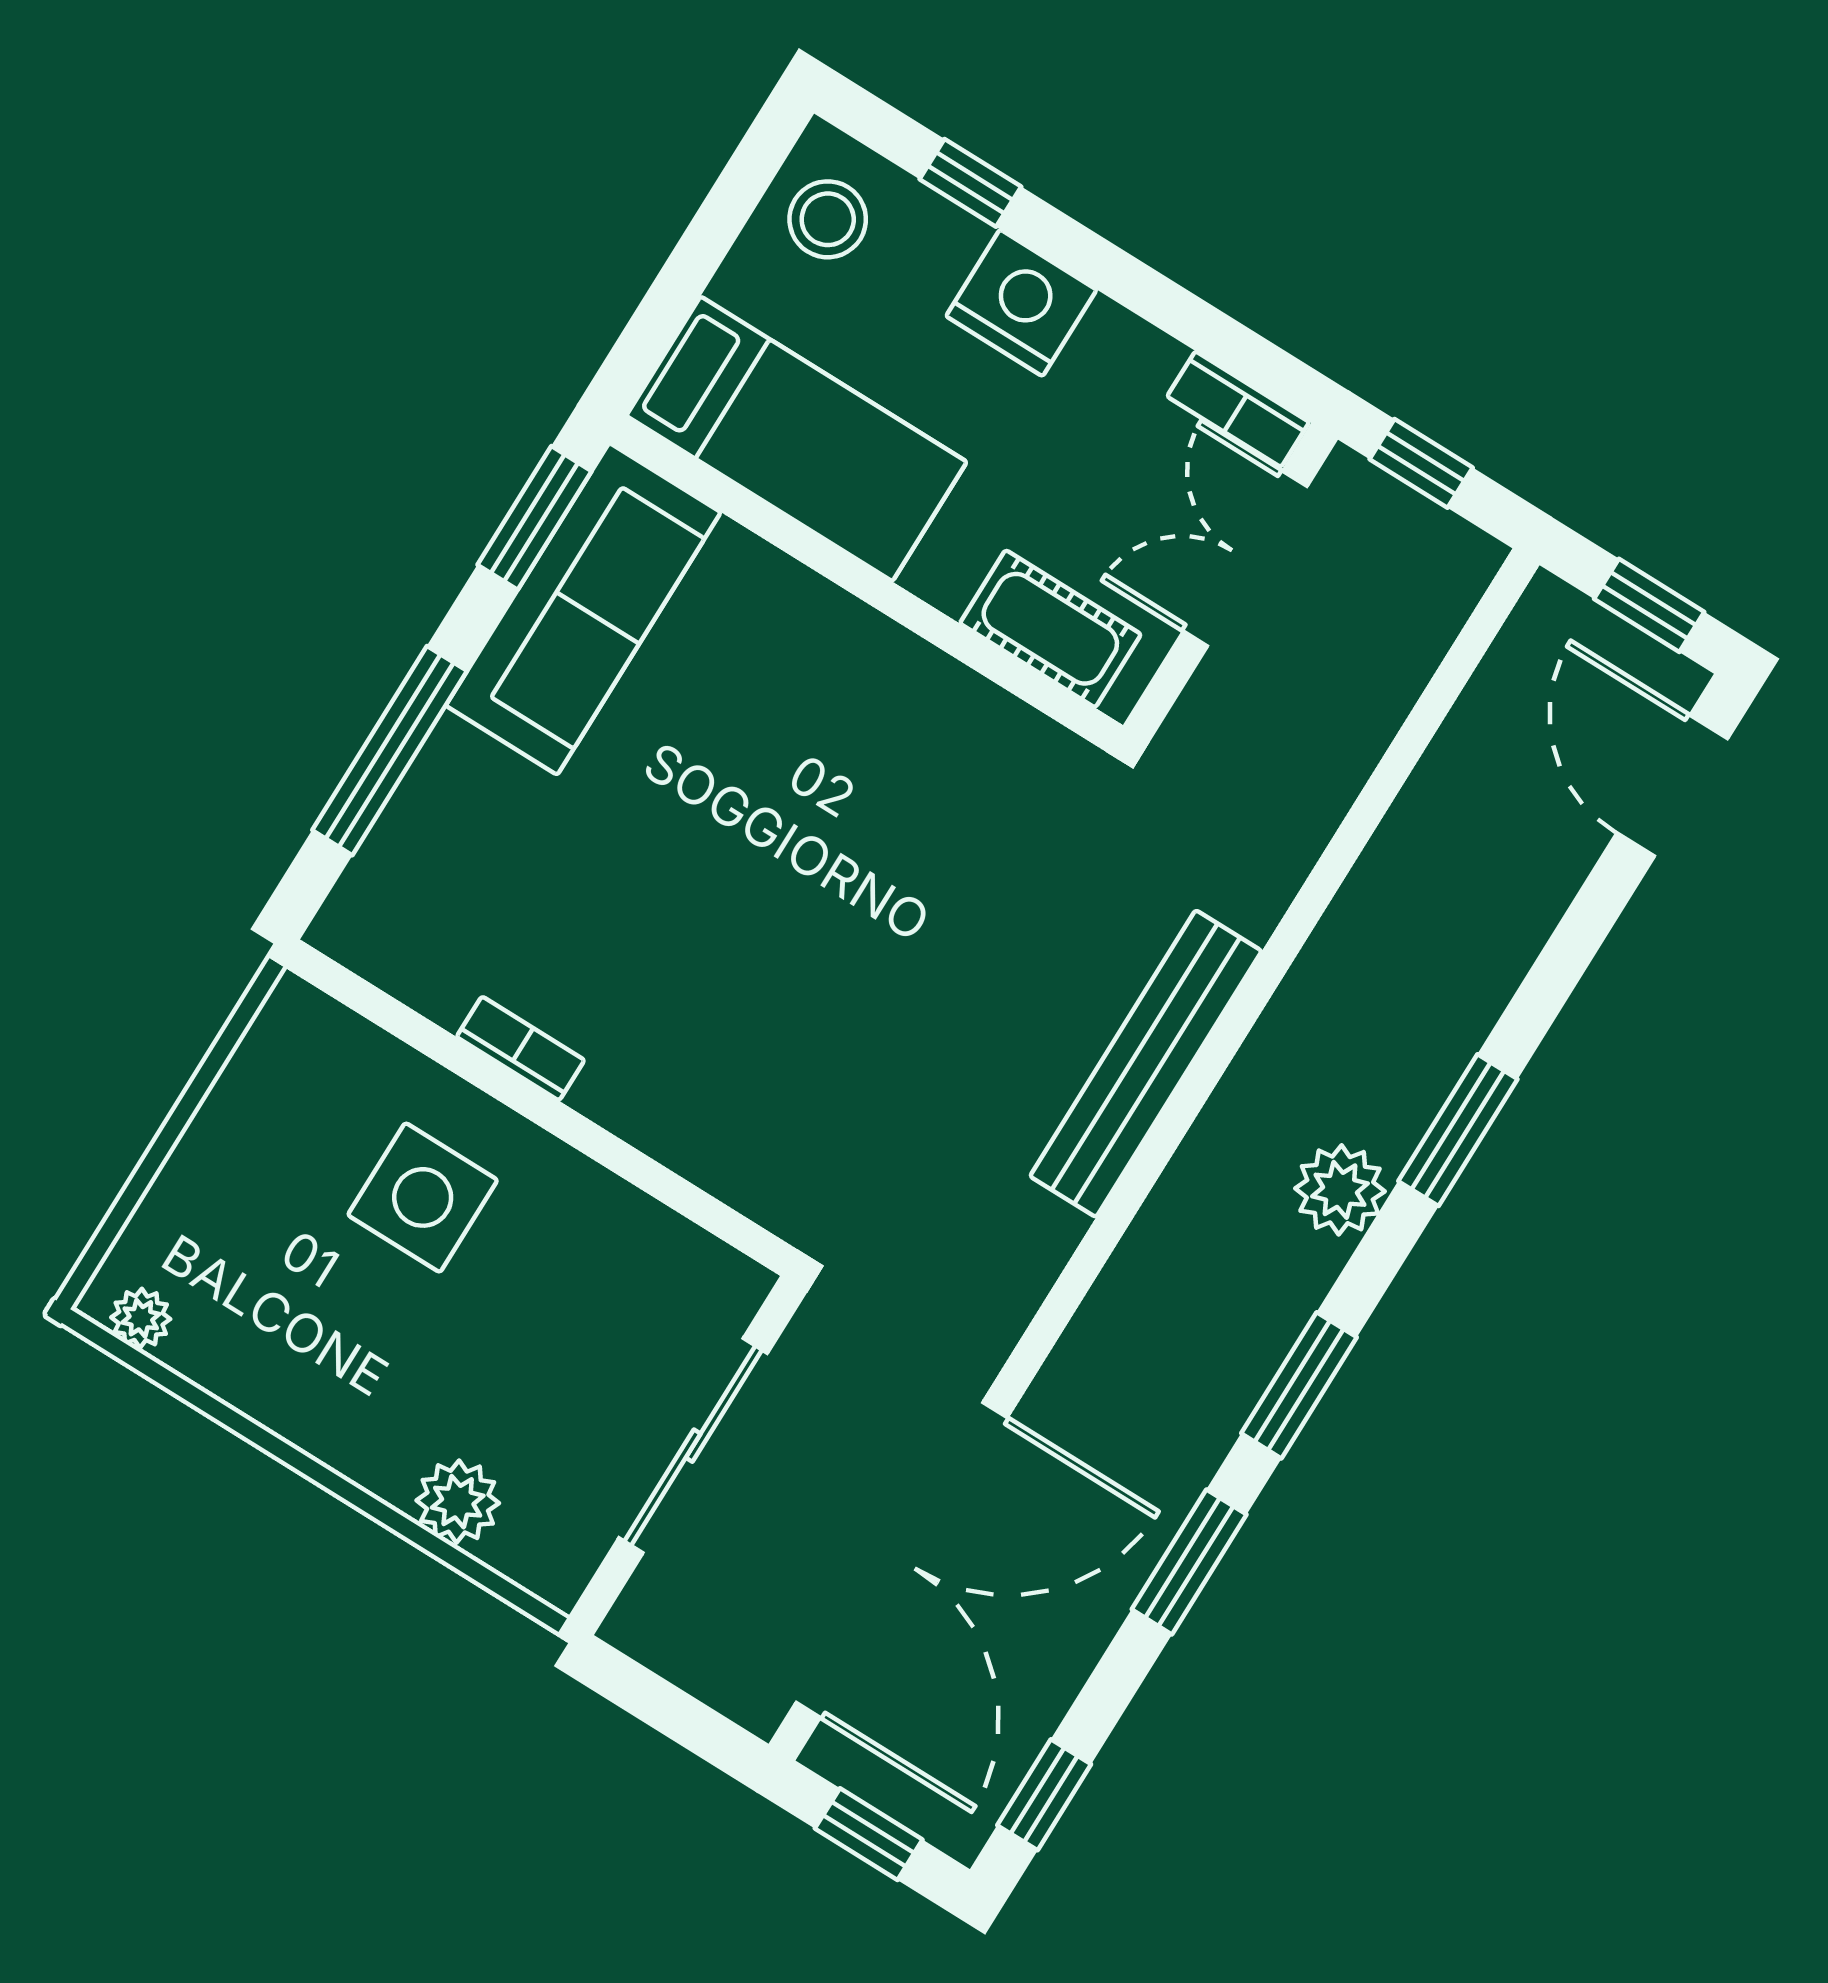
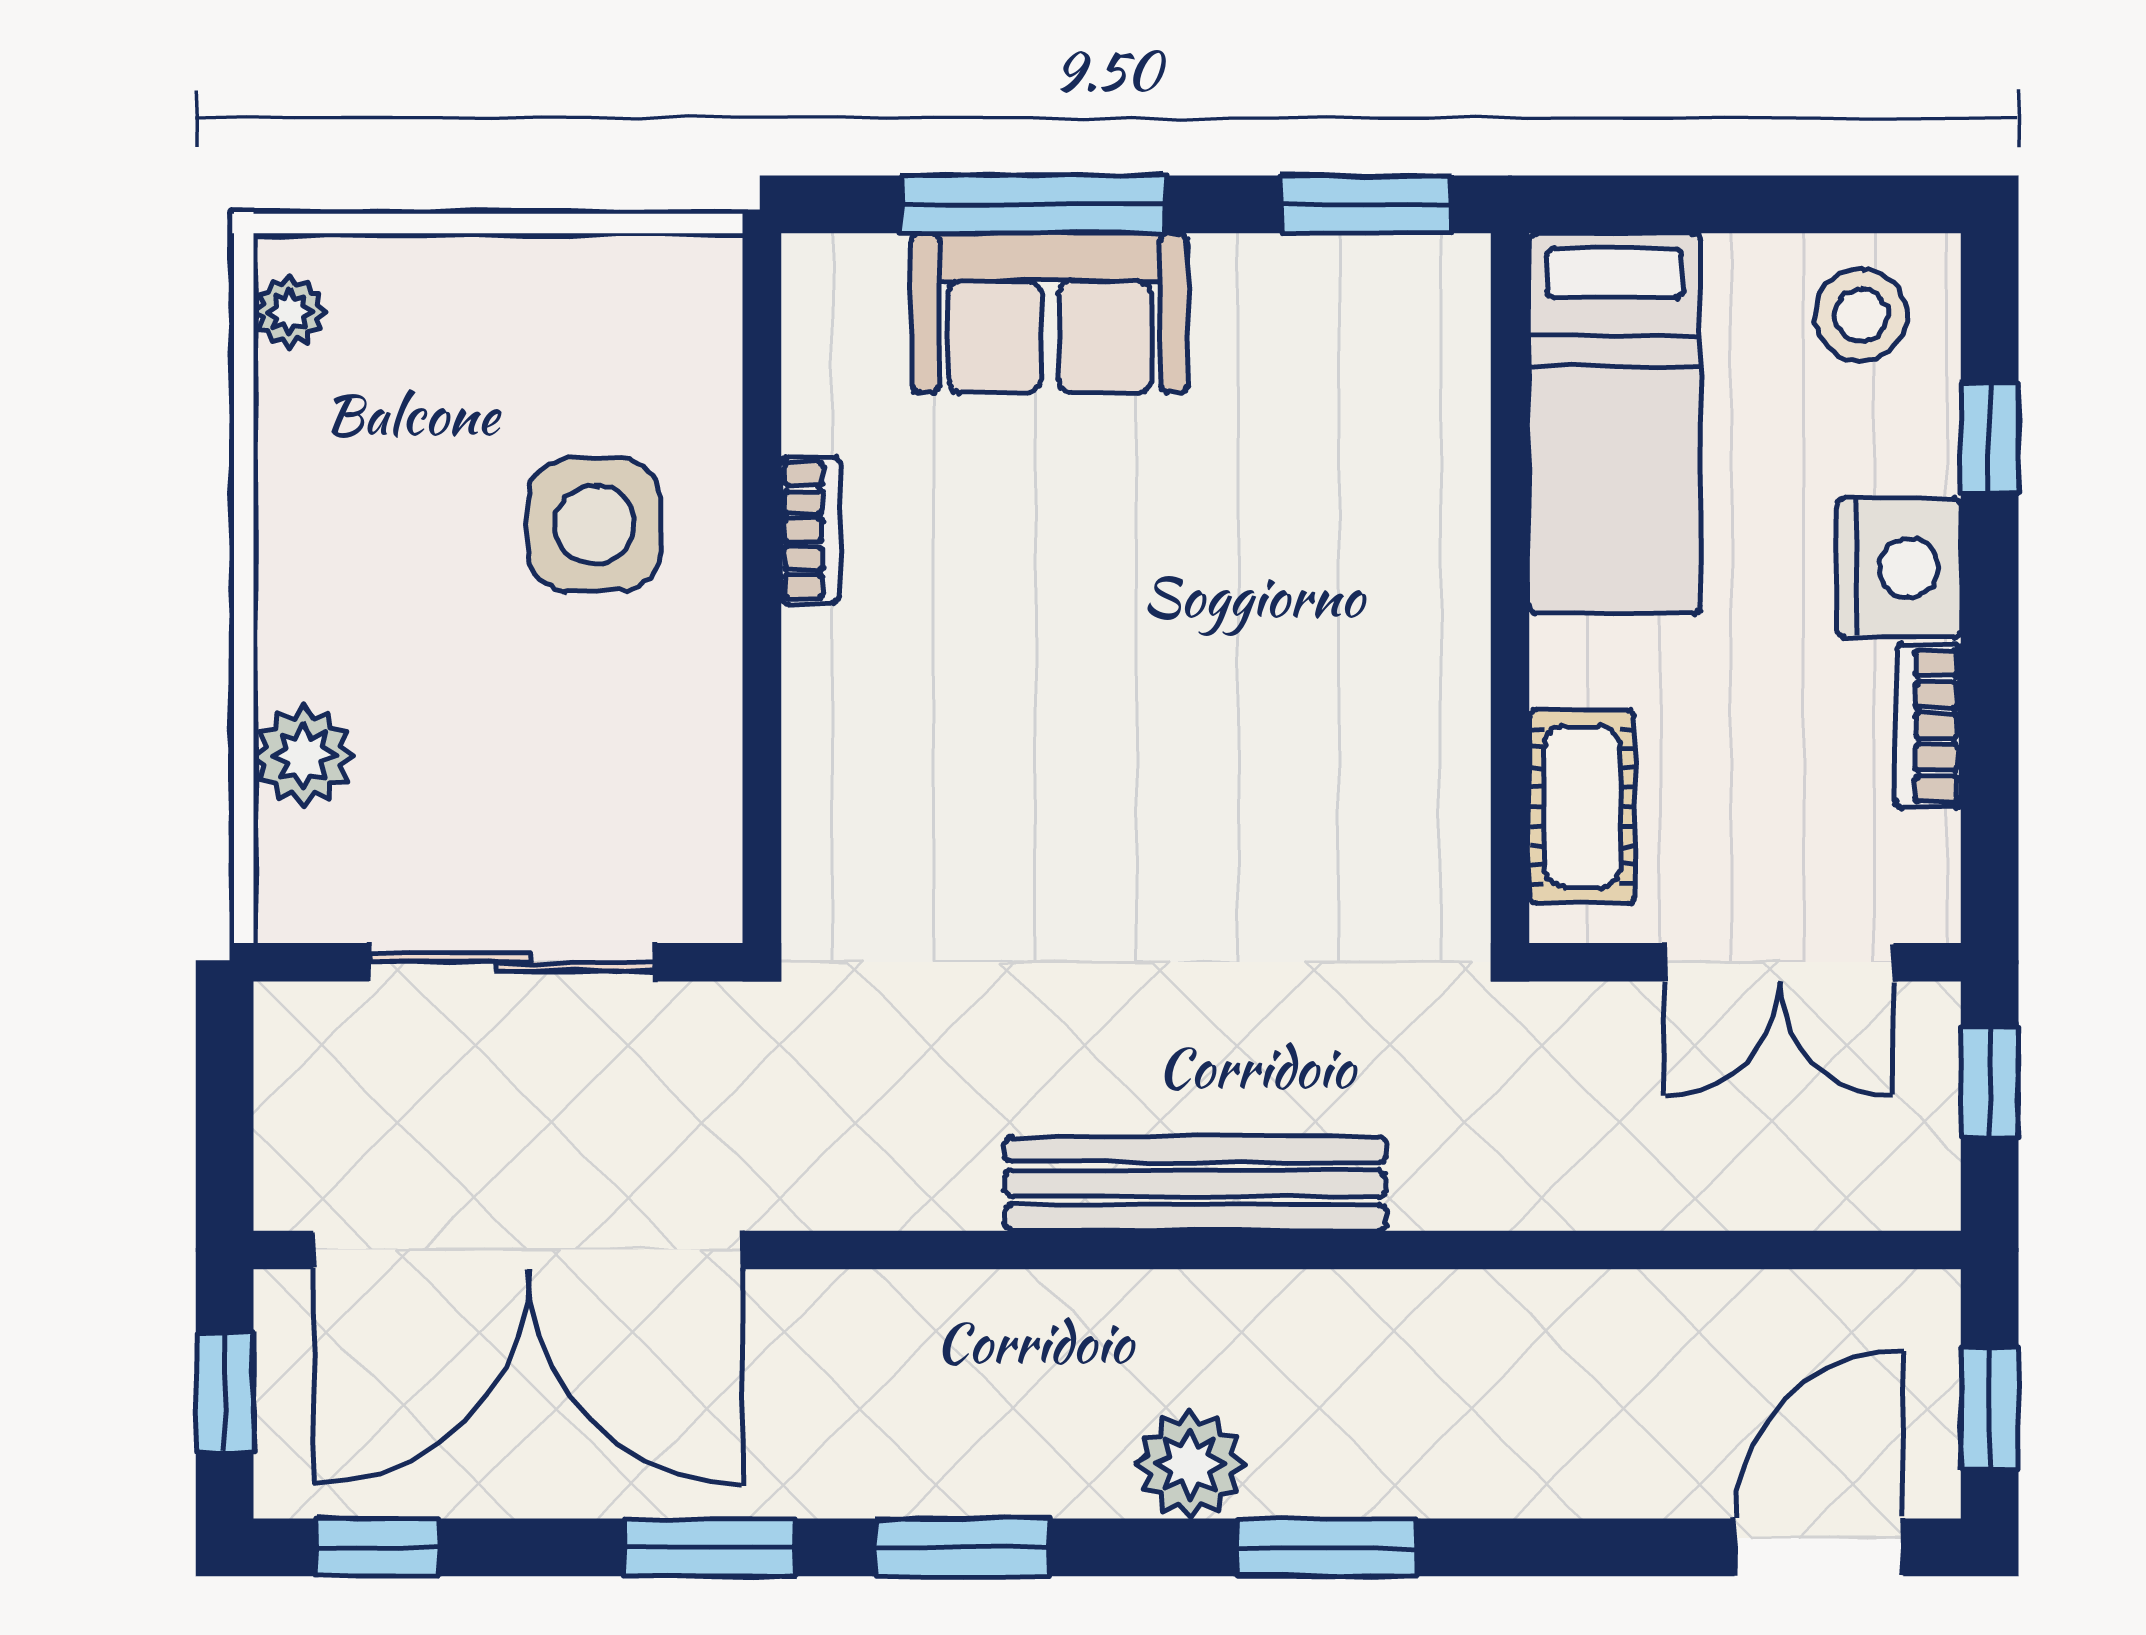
bookcase: (1238, 409) -> (1928, 726), moved
double door: (1245, 559) -> (1779, 962), swing flipped
sofa: (583, 609) -> (1050, 313), moved, width x0.73

